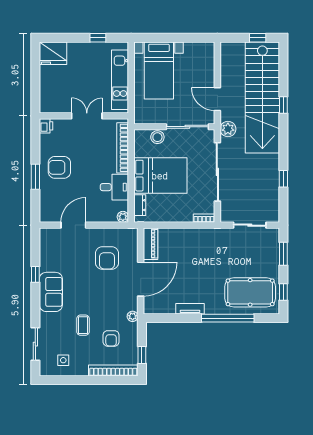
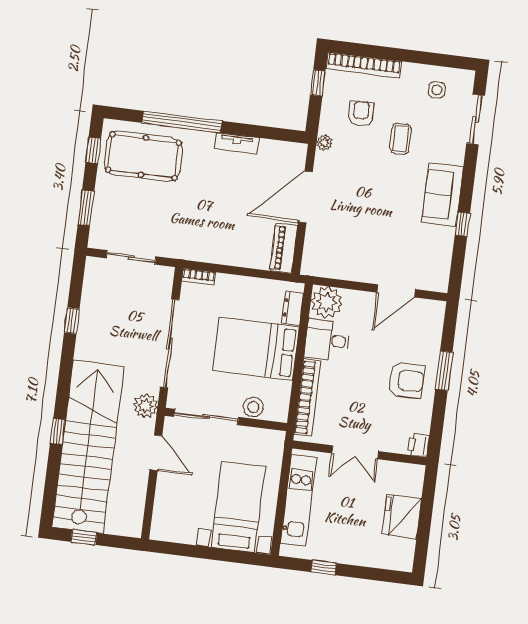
fridge: (53, 53) -> (402, 516), moved, turned -90
plant: (123, 217) -> (327, 302), width x1.87, depth x1.87
armchair: (107, 258) -> (352, 235), removed

